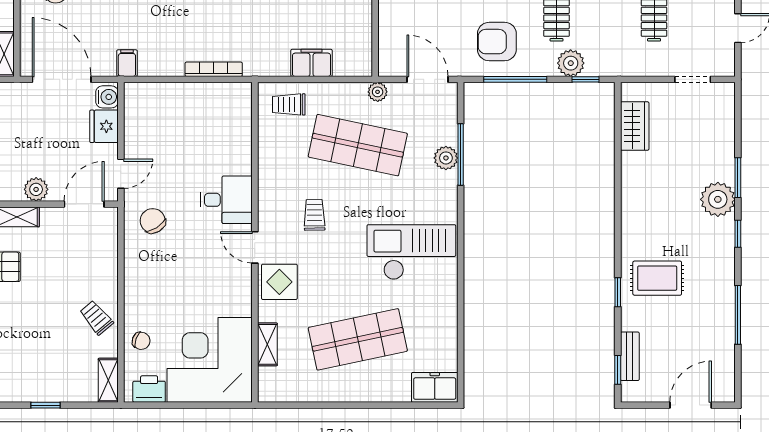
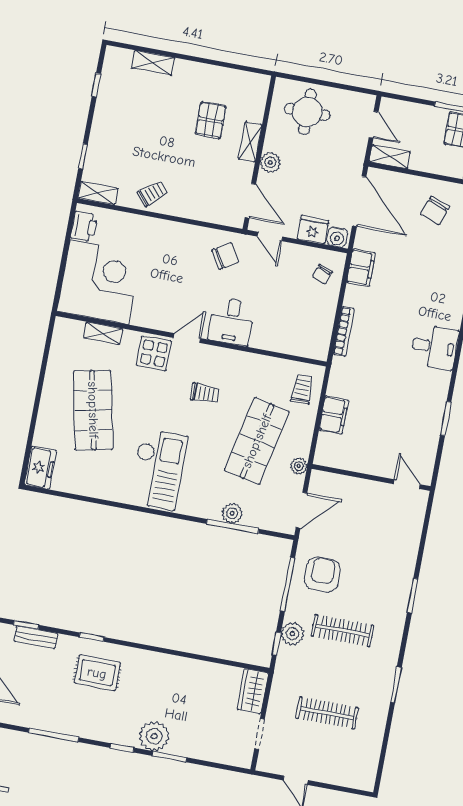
filing cabinet: (127, 63) -> (361, 268), width x2.00
door: (62, 79) -> (359, 201), hinge flipped
wardrobe: (635, 126) -> (253, 691), moved, turned 90
rug: (657, 278) -> (97, 673), turned 90
chair: (141, 341) -> (322, 274), moved
window: (46, 405) -> (83, 156), moved

